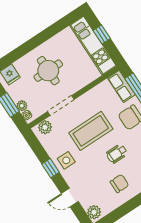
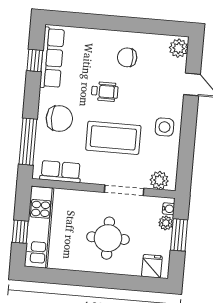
row of seats: (121, 86) -> (61, 172), moved, turned -90
window: (50, 168) -> (188, 132), removed

